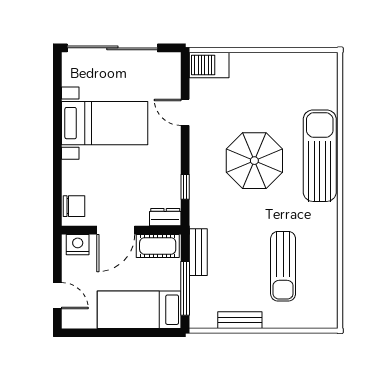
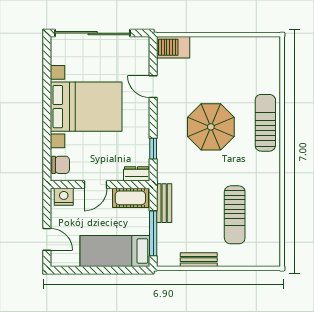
bed with nightstands: (105, 123) -> (86, 107), width x1.36
sun lounger: (320, 156) -> (265, 123), width x0.73, depth x0.75
door: (116, 230) -> (95, 185), width x0.73

